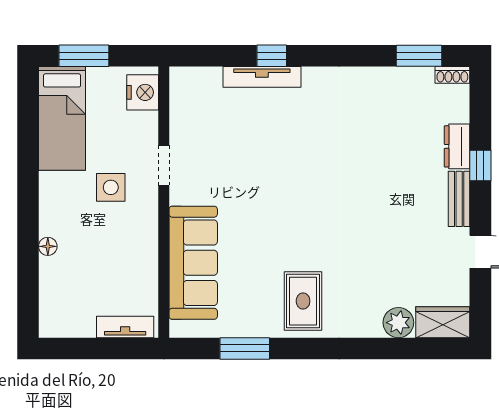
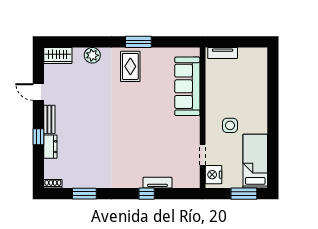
window: (419, 56) -> (84, 194), moved
tv unit: (262, 77) -> (157, 183), width x0.71
doorway: (164, 165) -> (203, 155), moved
floor lamp: (48, 246) -> (263, 95), removed
plant: (398, 323) -> (92, 55), moved
window: (245, 348) -> (138, 42), moved

